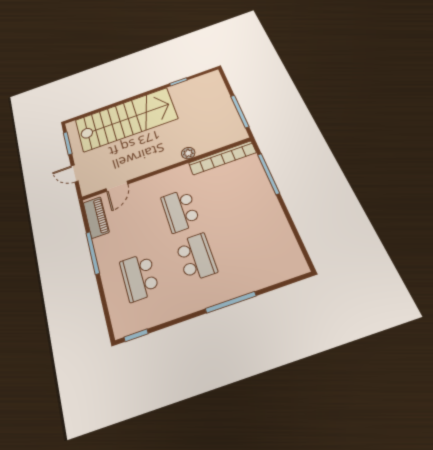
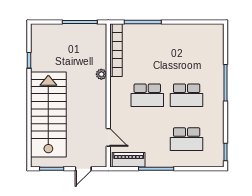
school desk: (196, 257) -> (187, 95), turned 180

